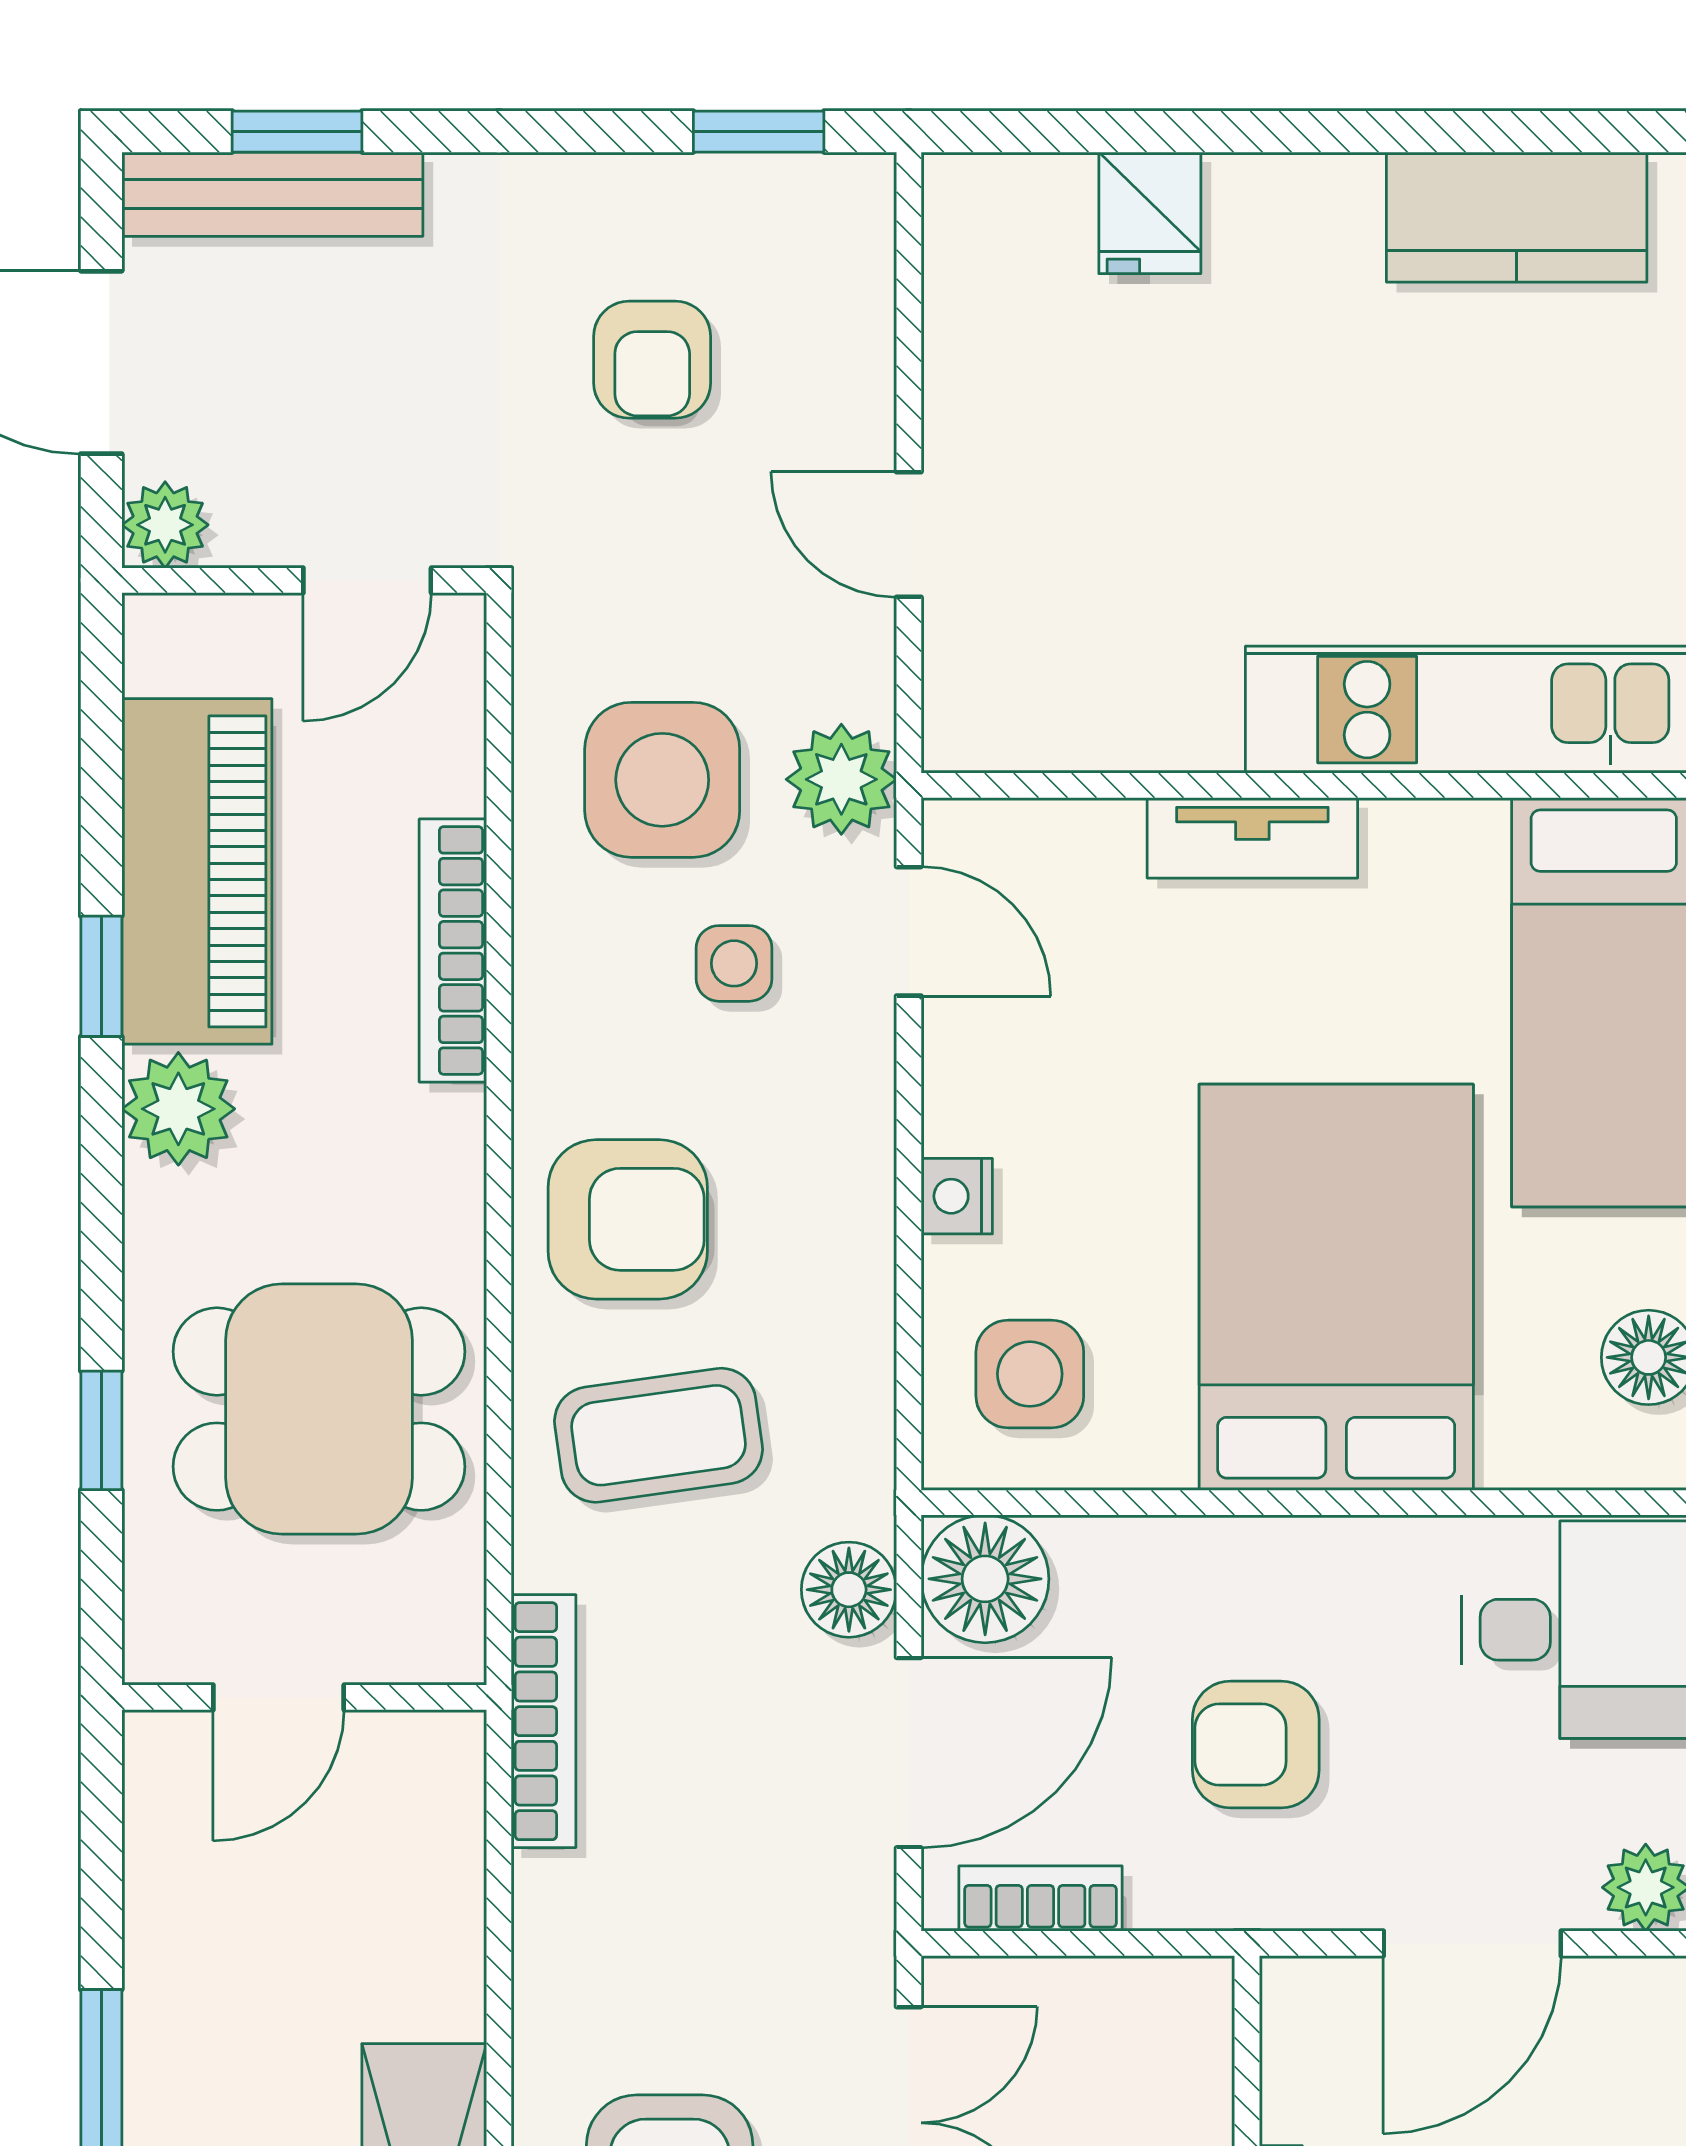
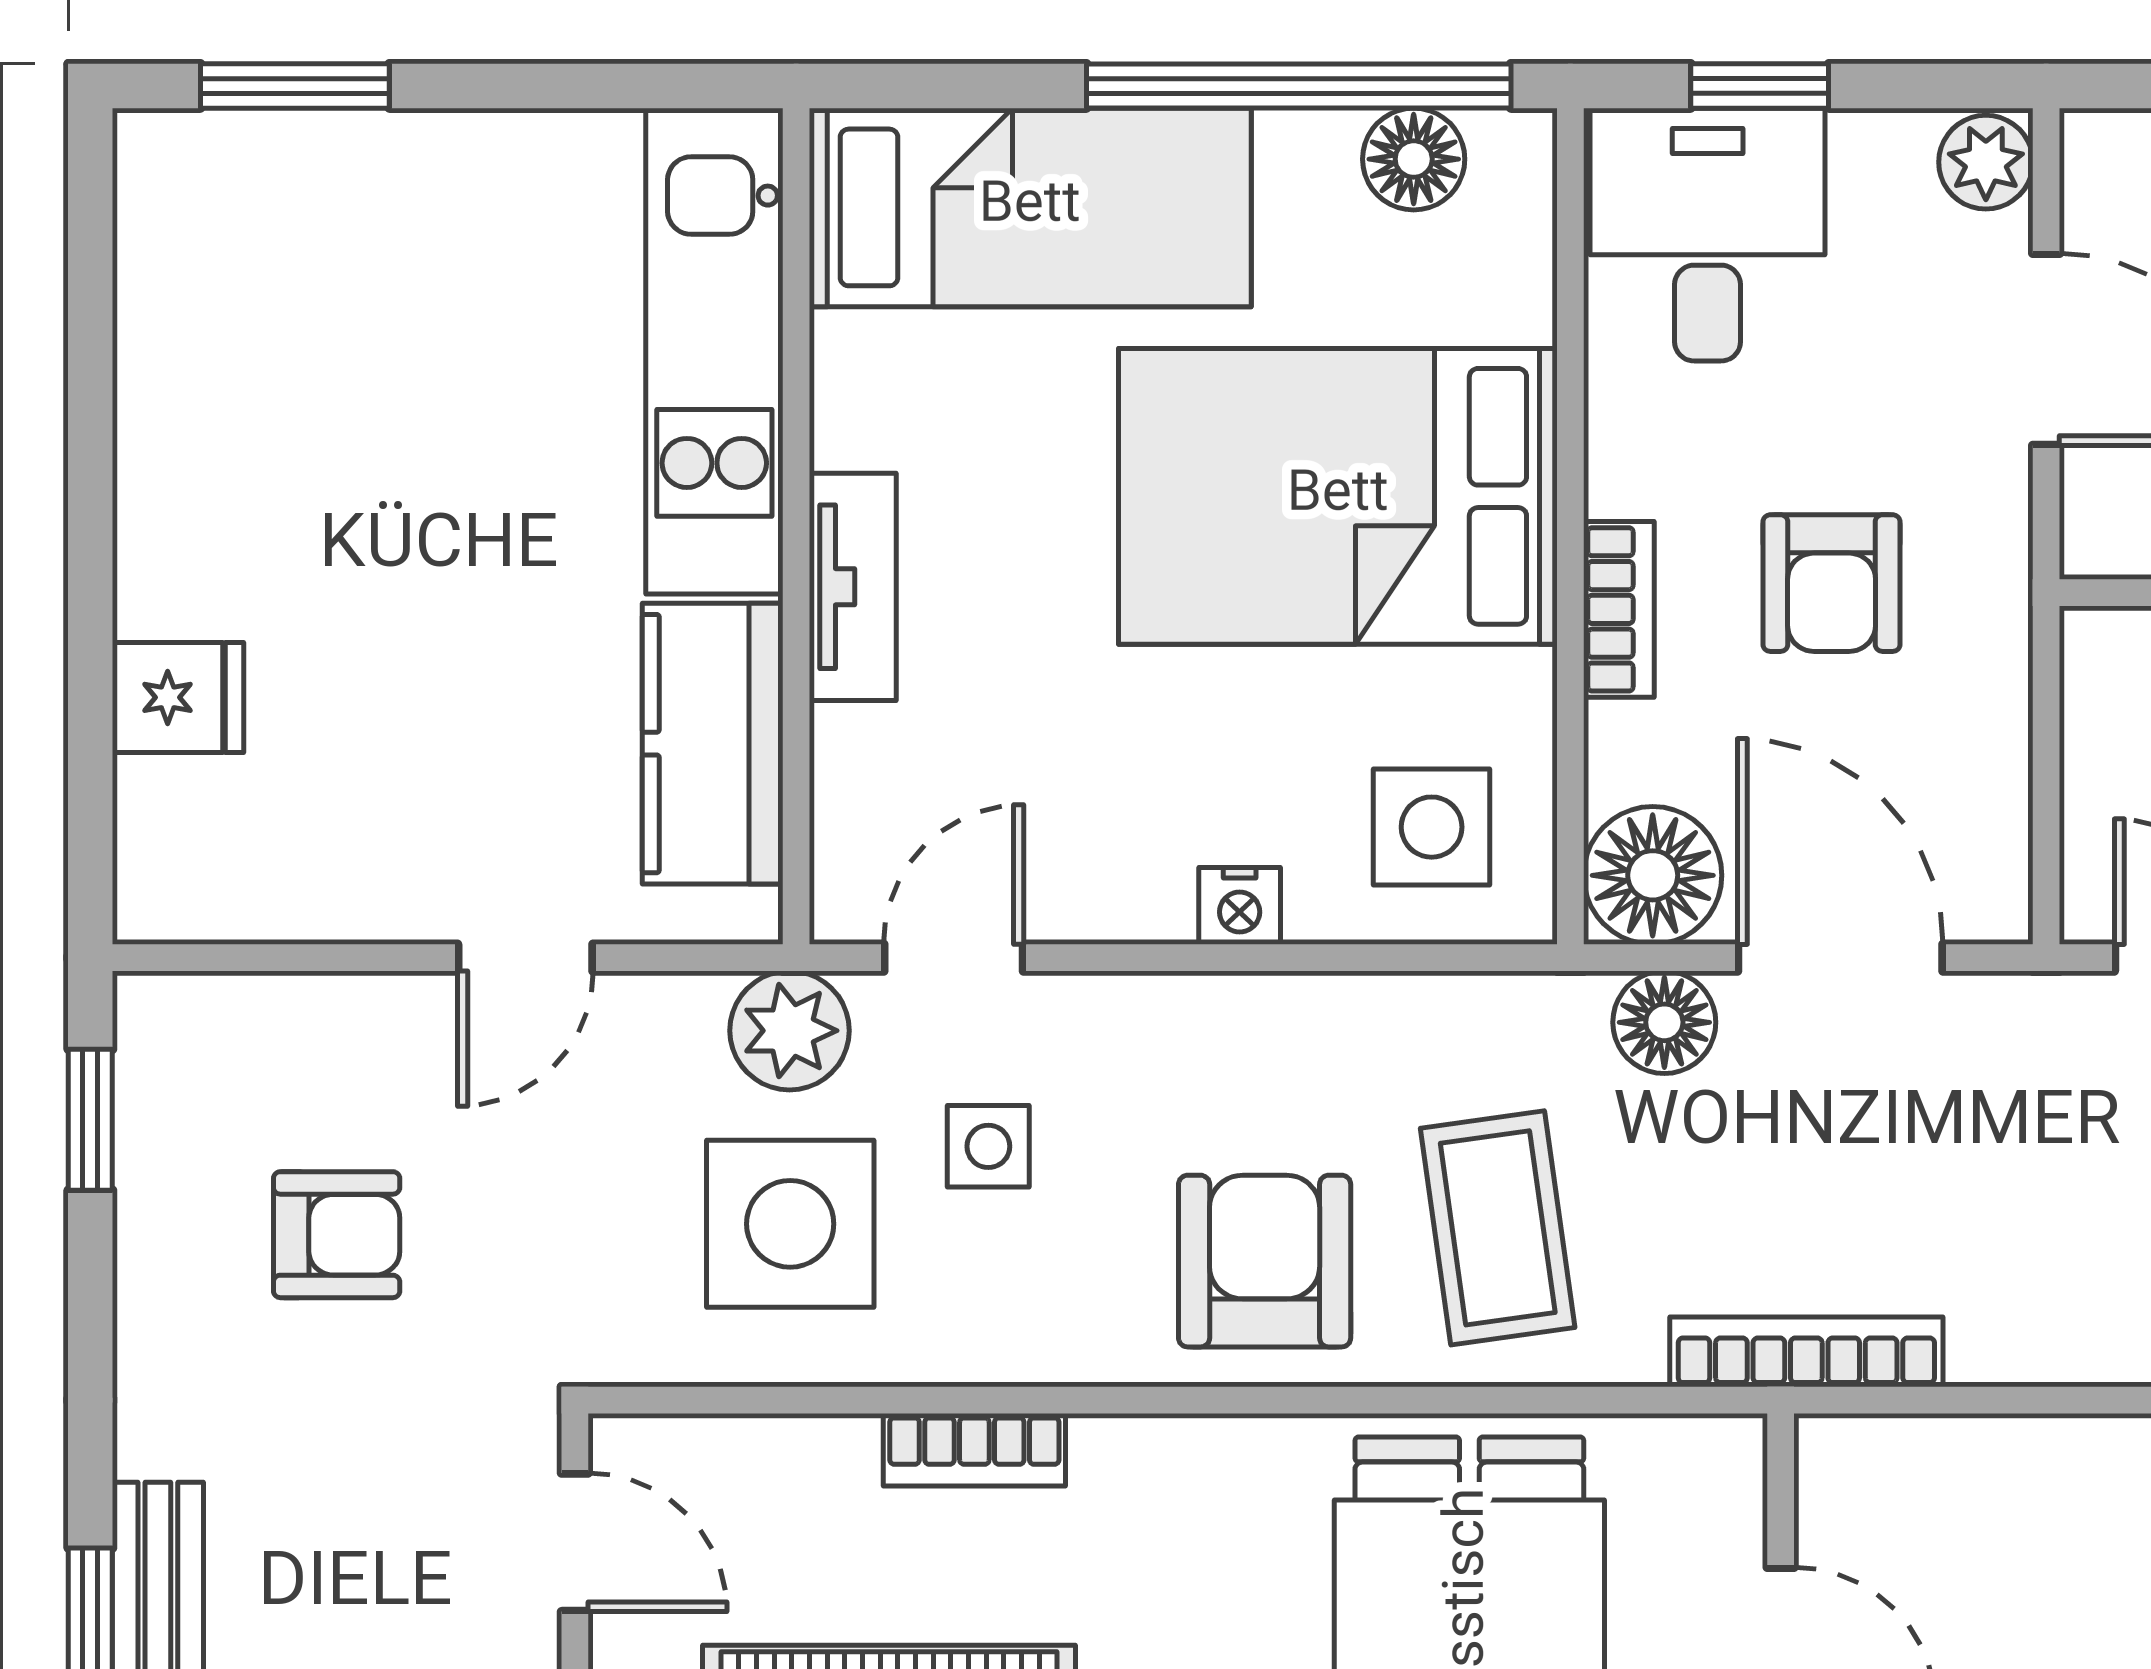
kitchen counter: (1517, 217) -> (713, 744), moved, turned 180
bookcase: (453, 950) -> (974, 1450), width x0.64
bookcase: (1041, 1898) -> (1619, 609), moved, turned 180

